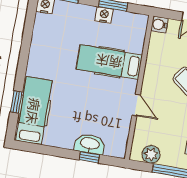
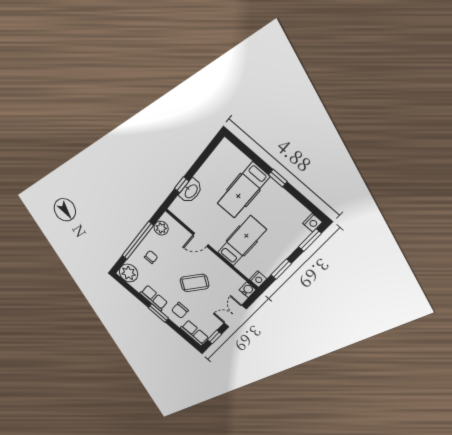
nightstand: (104, 15) -> (258, 279), moved
window: (16, 102) -> (278, 178), moved
hospital bed: (34, 111) -> (243, 190), moved, turned 90

